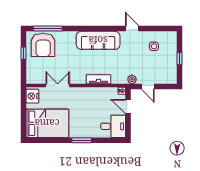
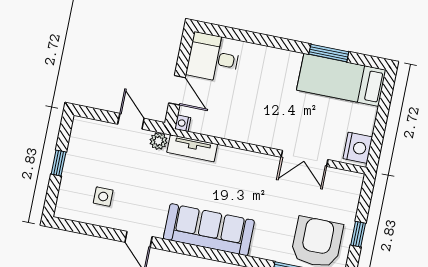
tv unit: (99, 79) -> (192, 148), moved
bed: (47, 123) -> (341, 80), width x0.67
window: (82, 140) -> (329, 53), moved

